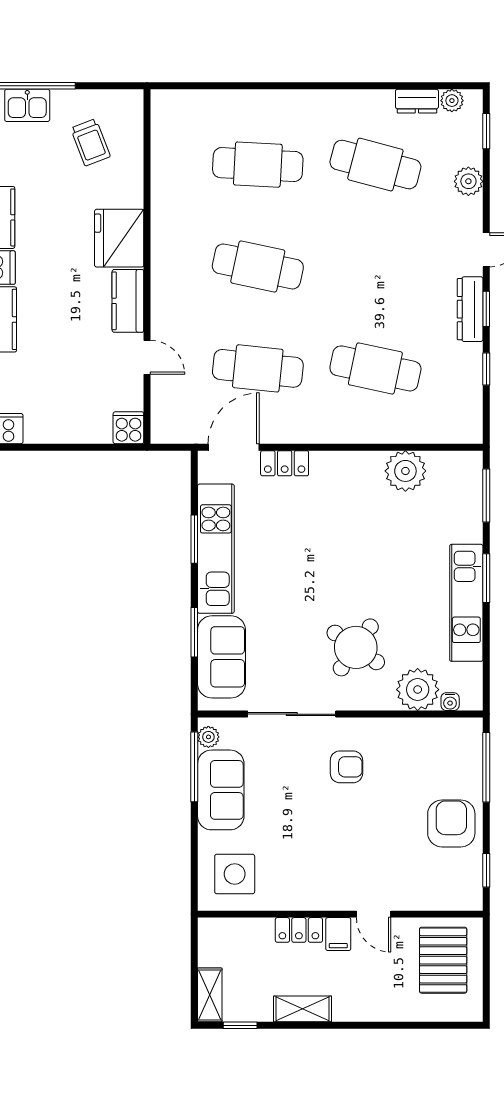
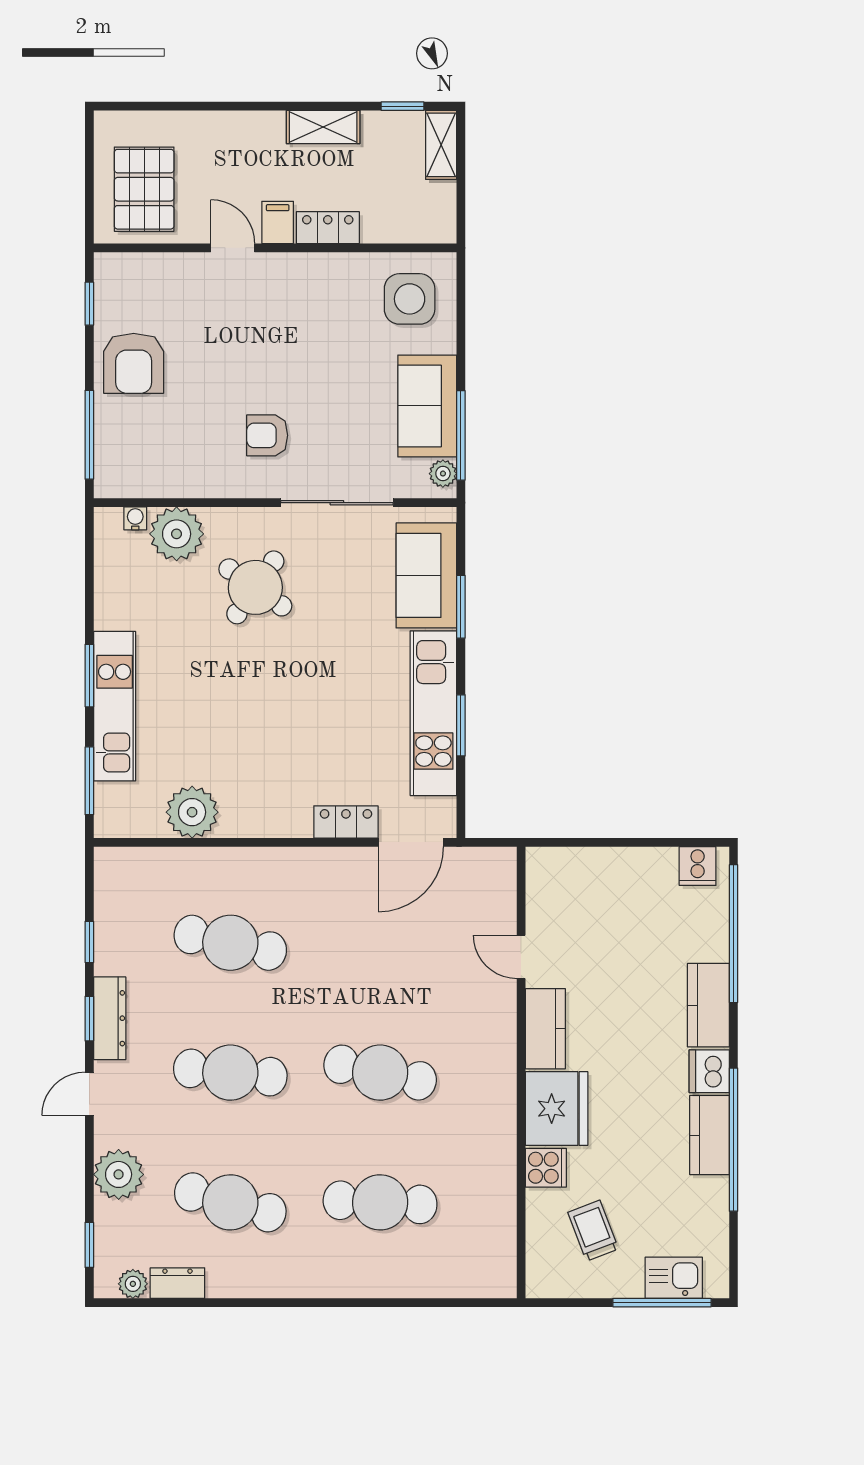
plant: (468, 181) -> (119, 1174), width x1.36, depth x1.36
cafe table: (258, 368) -> (230, 1073), moved
cooker: (128, 428) -> (546, 1168), moved, turned -90
kitchen unit: (466, 603) -> (115, 706), moved

